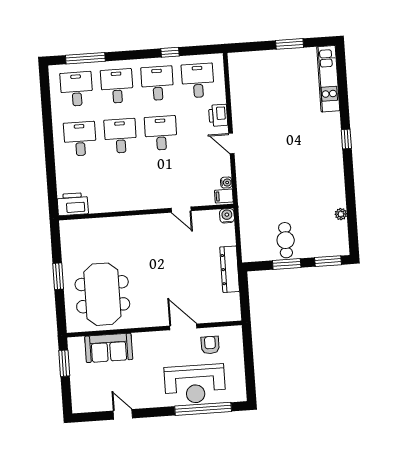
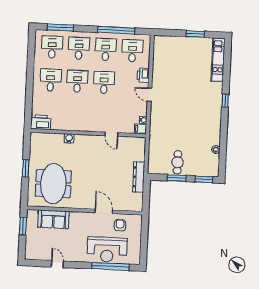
window: (170, 52) -> (116, 30), width x3.17
water cooler: (227, 216) -> (69, 138), moved

